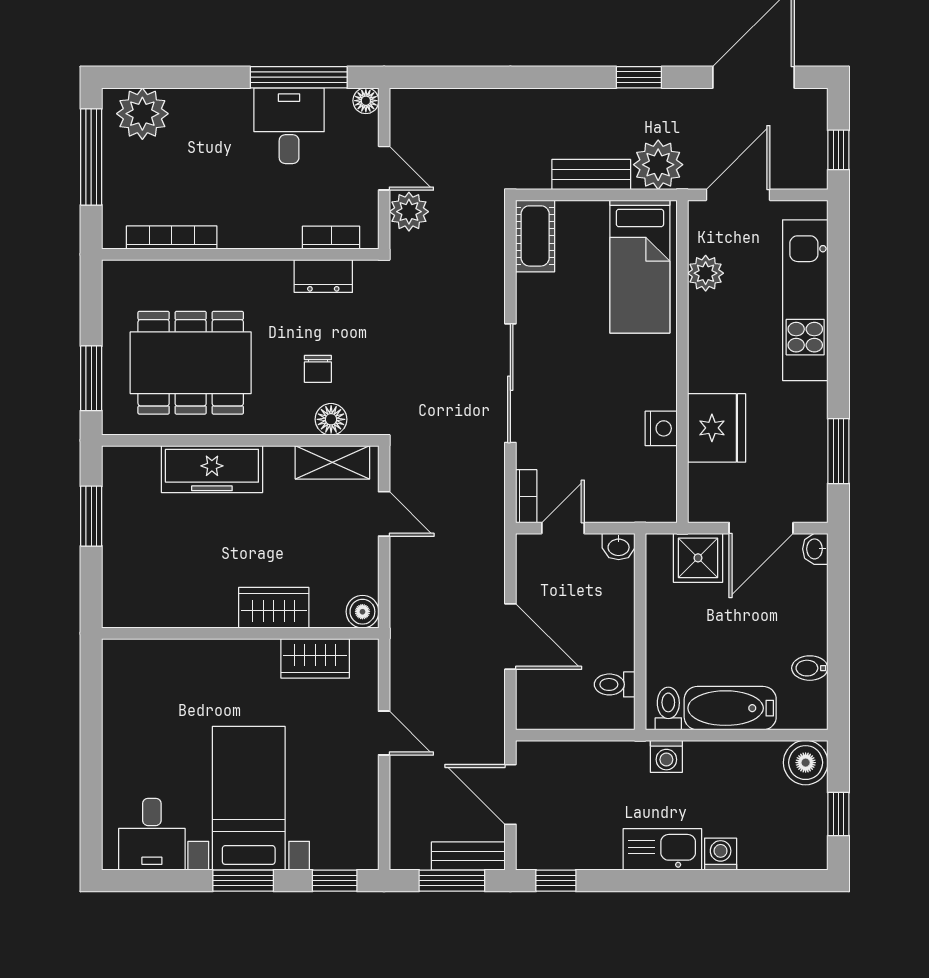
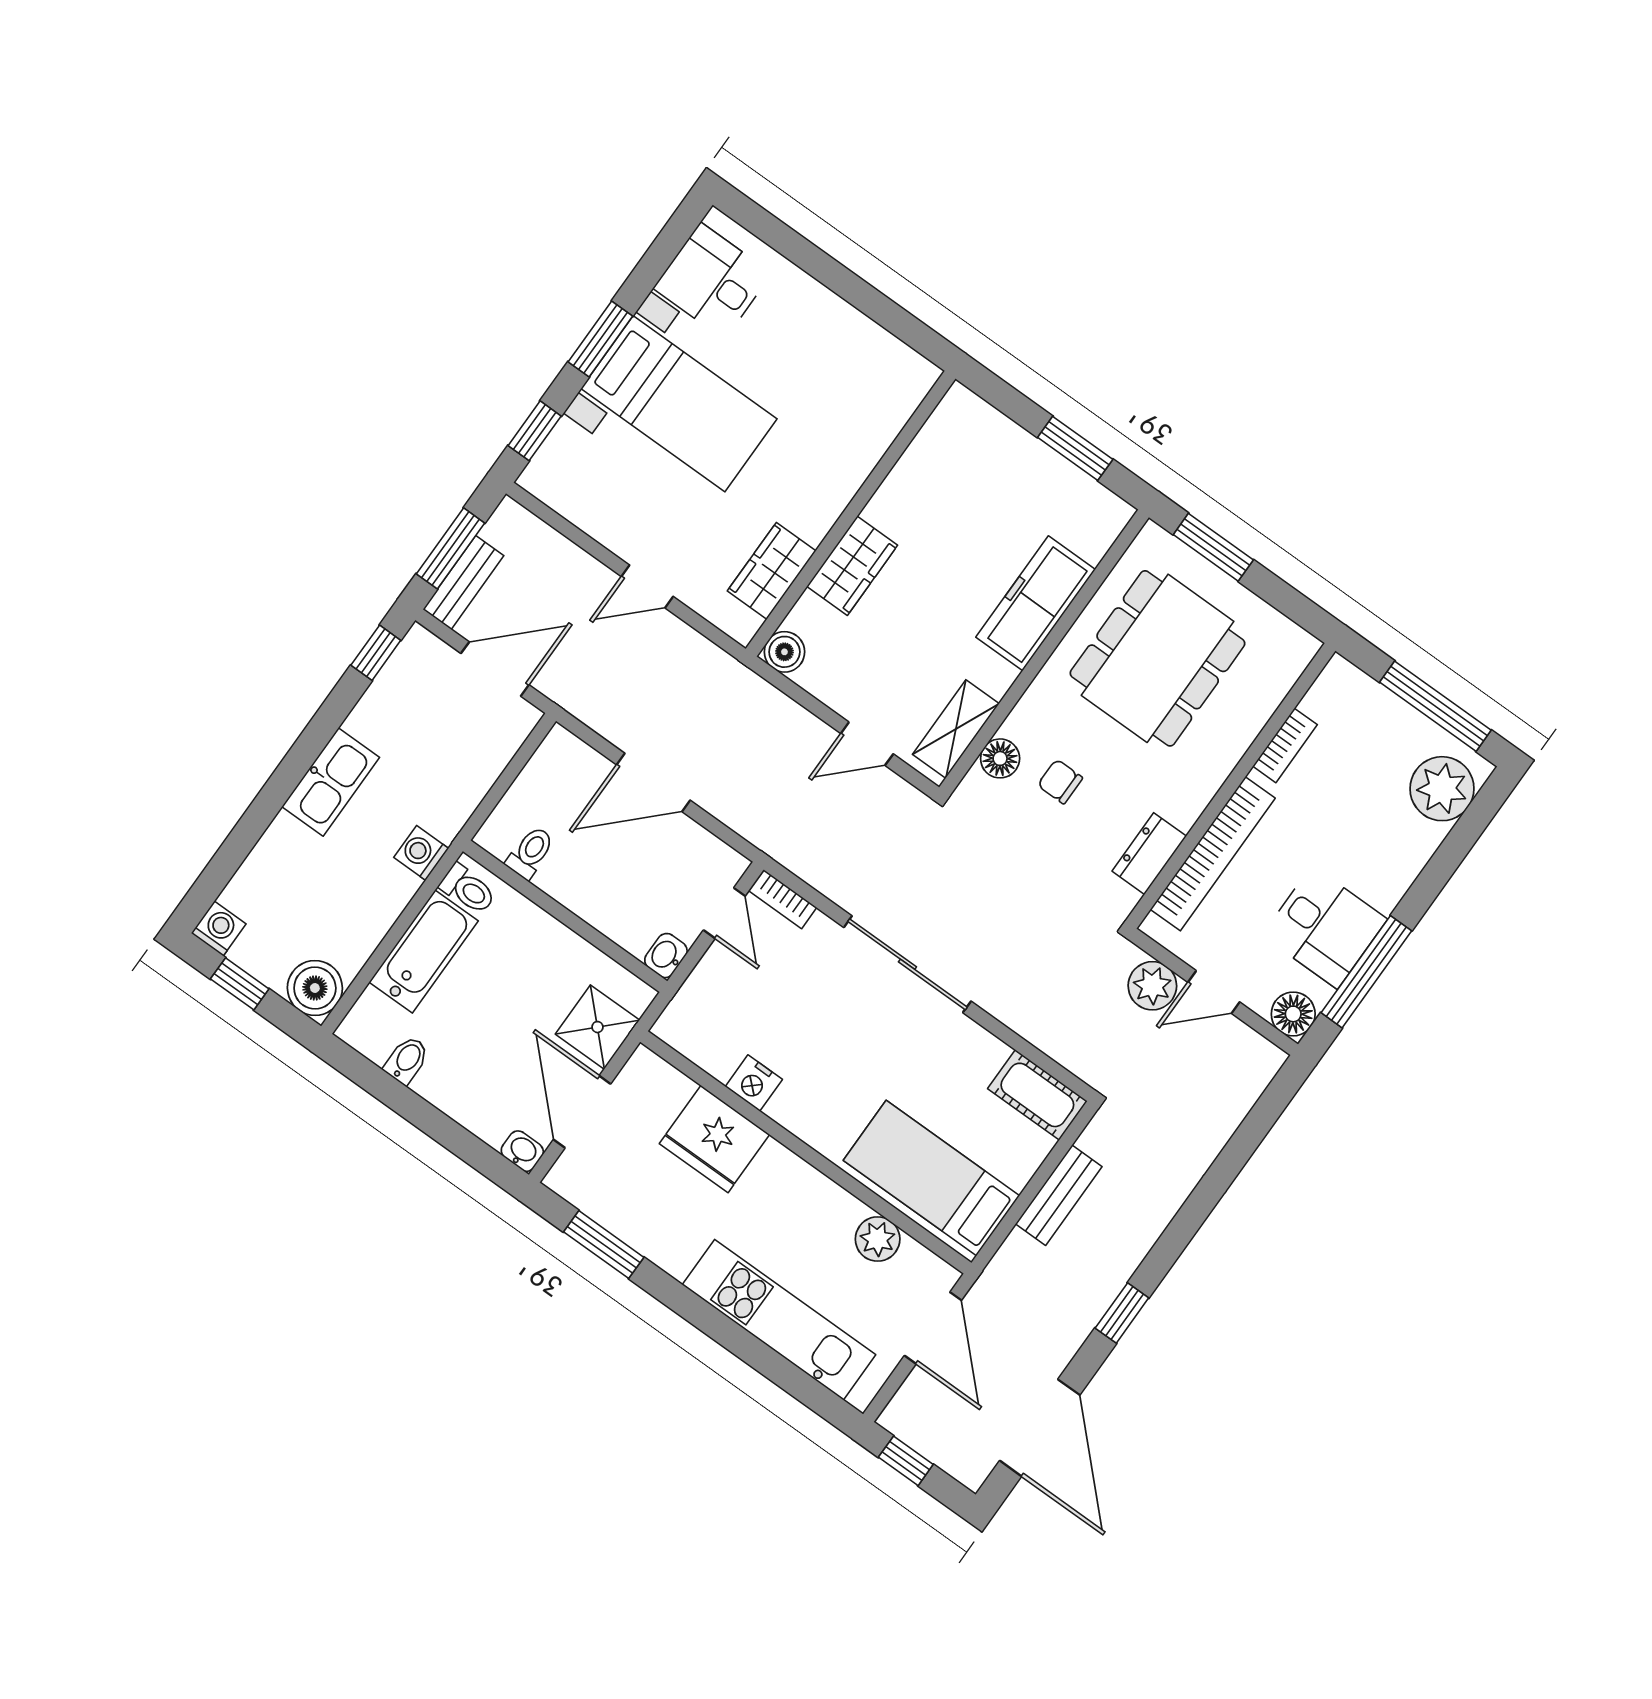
floor lamp: (366, 101) -> (1293, 1014), width x1.37, depth x1.37
plant: (658, 165) -> (1020, 1269), removed
bookcase: (172, 238) -> (1285, 745), width x0.64
bookcase: (331, 238) -> (1213, 854), width x2.31, depth x1.31
washing machine: (721, 854) -> (219, 929), moved, turned -90

